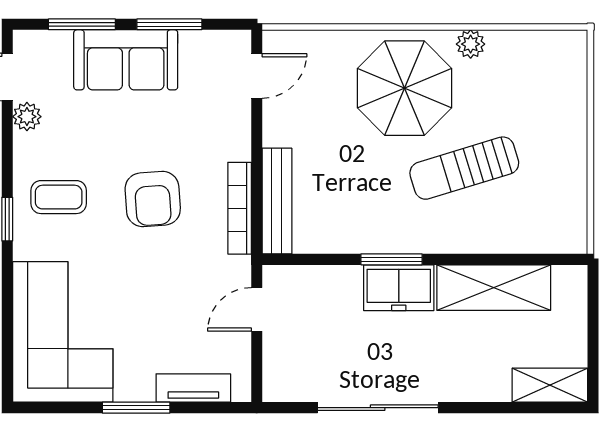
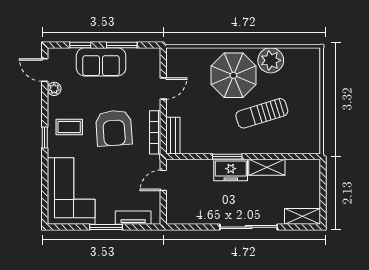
window: (82, 24) -> (80, 45), width x0.67
plant: (471, 44) -> (271, 60), width x1.87, depth x1.87
door: (257, 76) -> (163, 88), moved
armchair: (153, 199) -> (114, 128), width x1.36, depth x1.36
bench: (277, 201) -> (173, 136), width x0.73
shelving: (494, 288) -> (267, 167), width x0.67, depth x0.75
sliding door: (378, 408) -> (249, 227), moved

